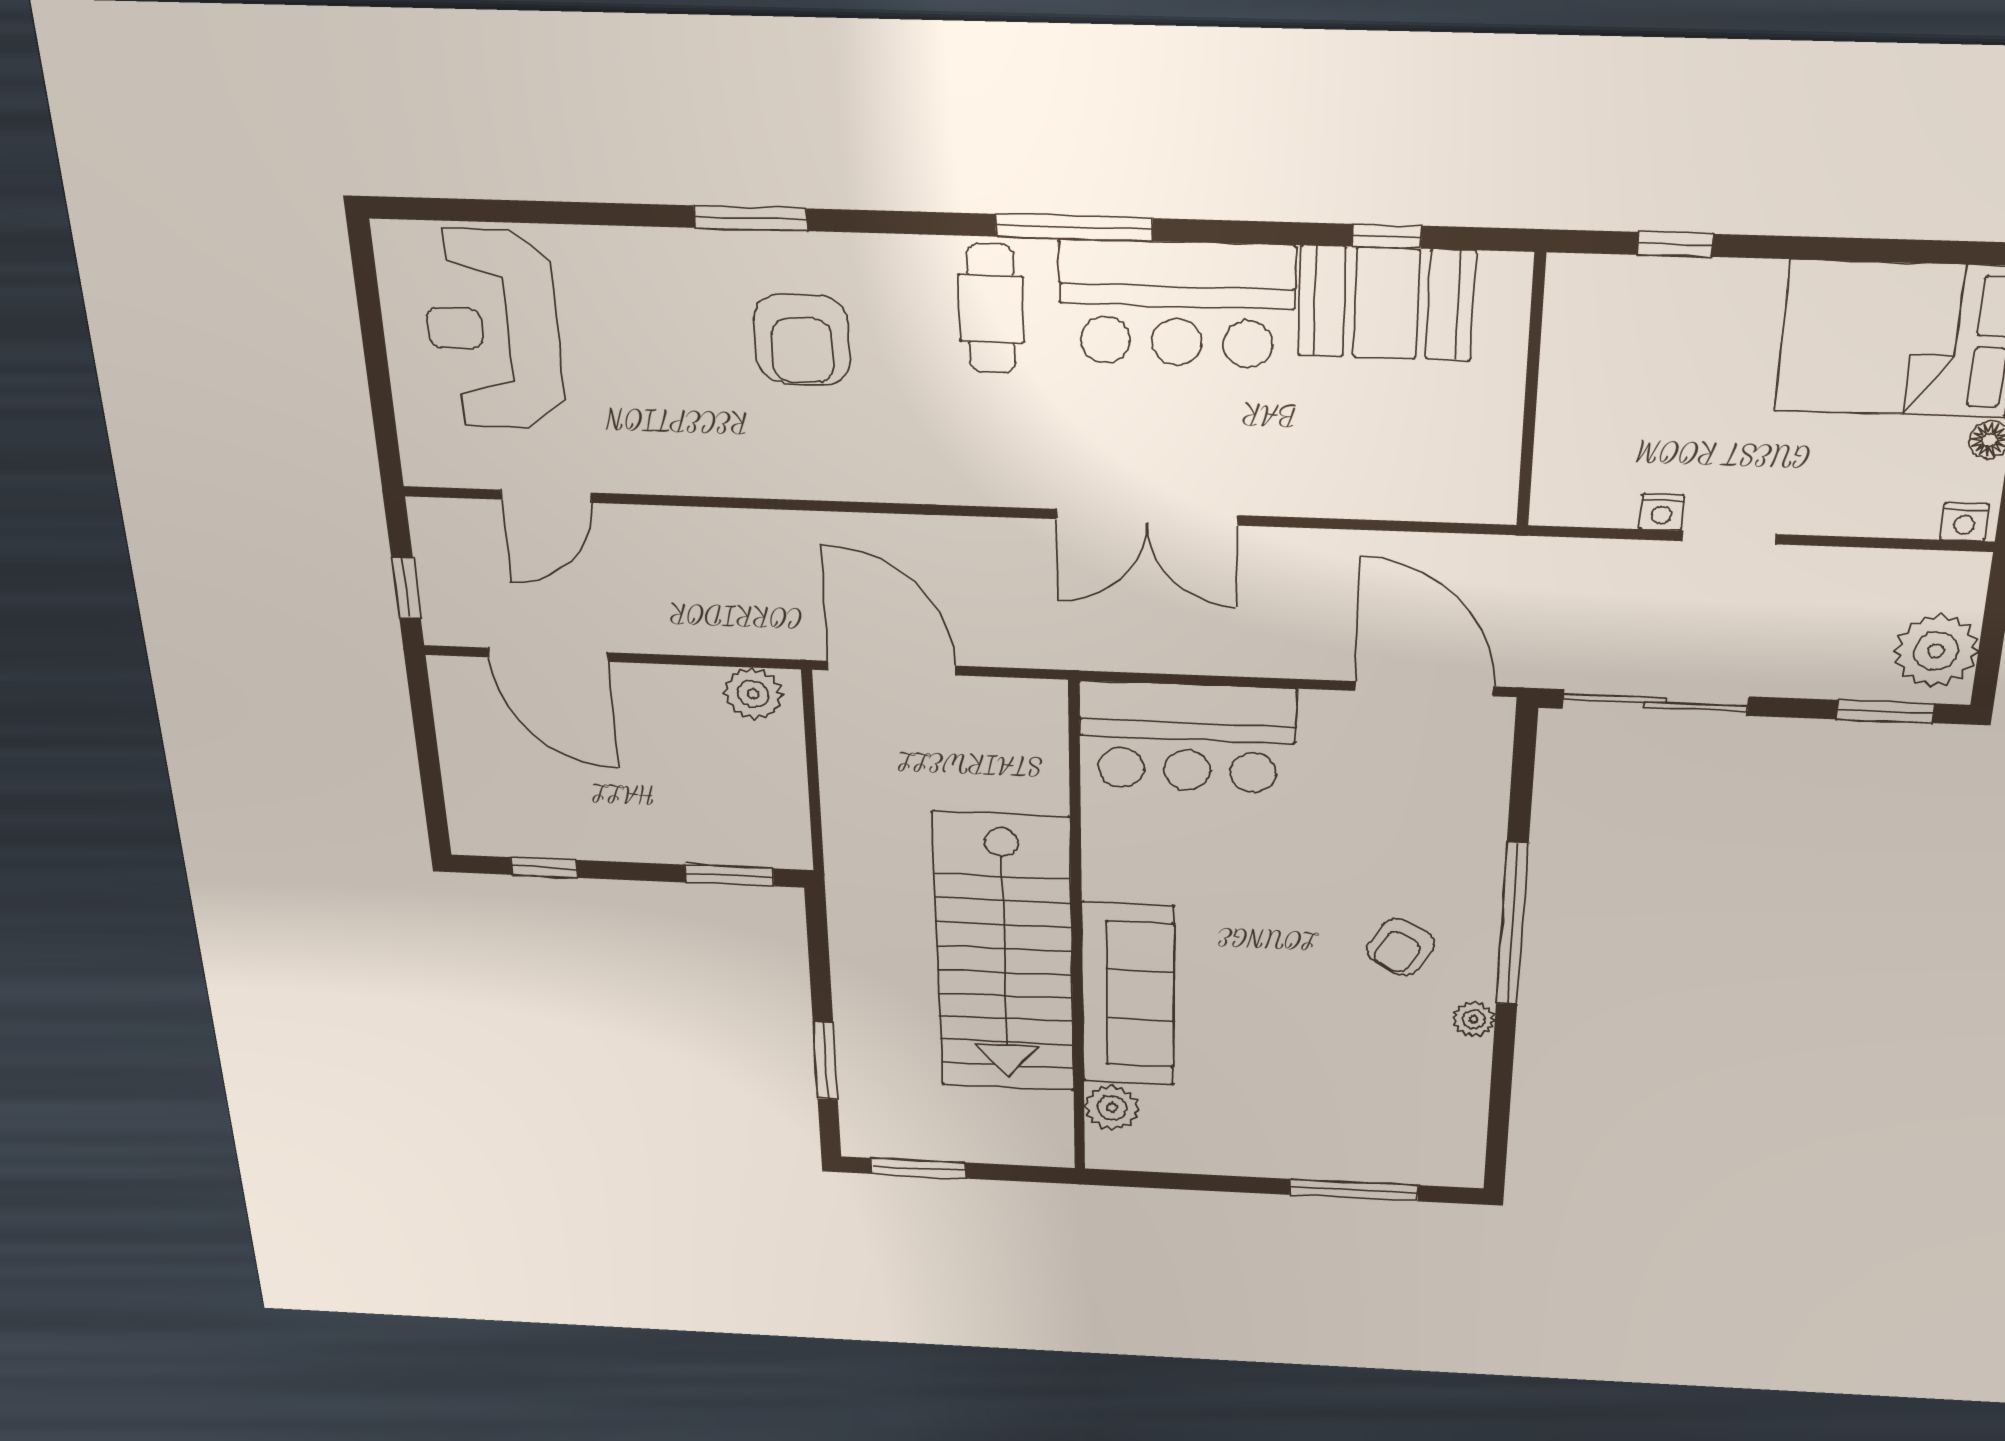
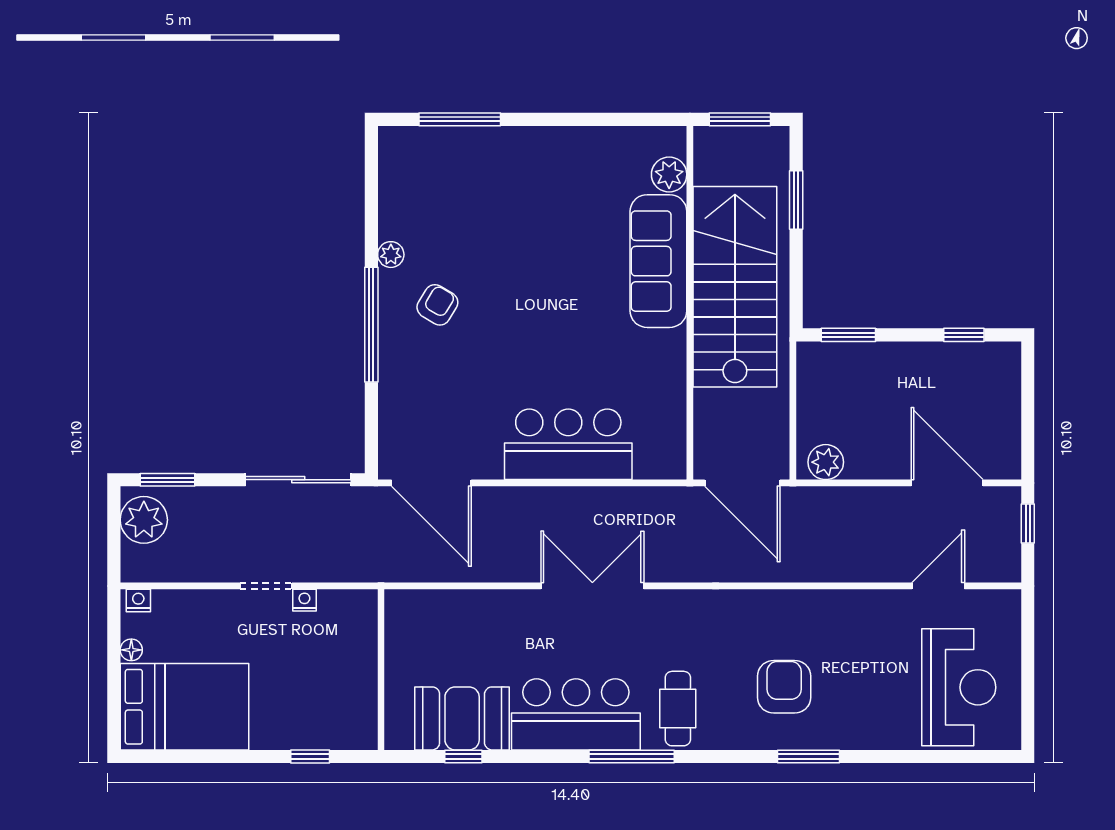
wall: (1077, 935) -> (690, 303), moved
stairs: (1004, 954) -> (735, 287), moved
sofa: (1128, 994) -> (658, 261), moved
plant: (1112, 1108) -> (669, 174), moved

